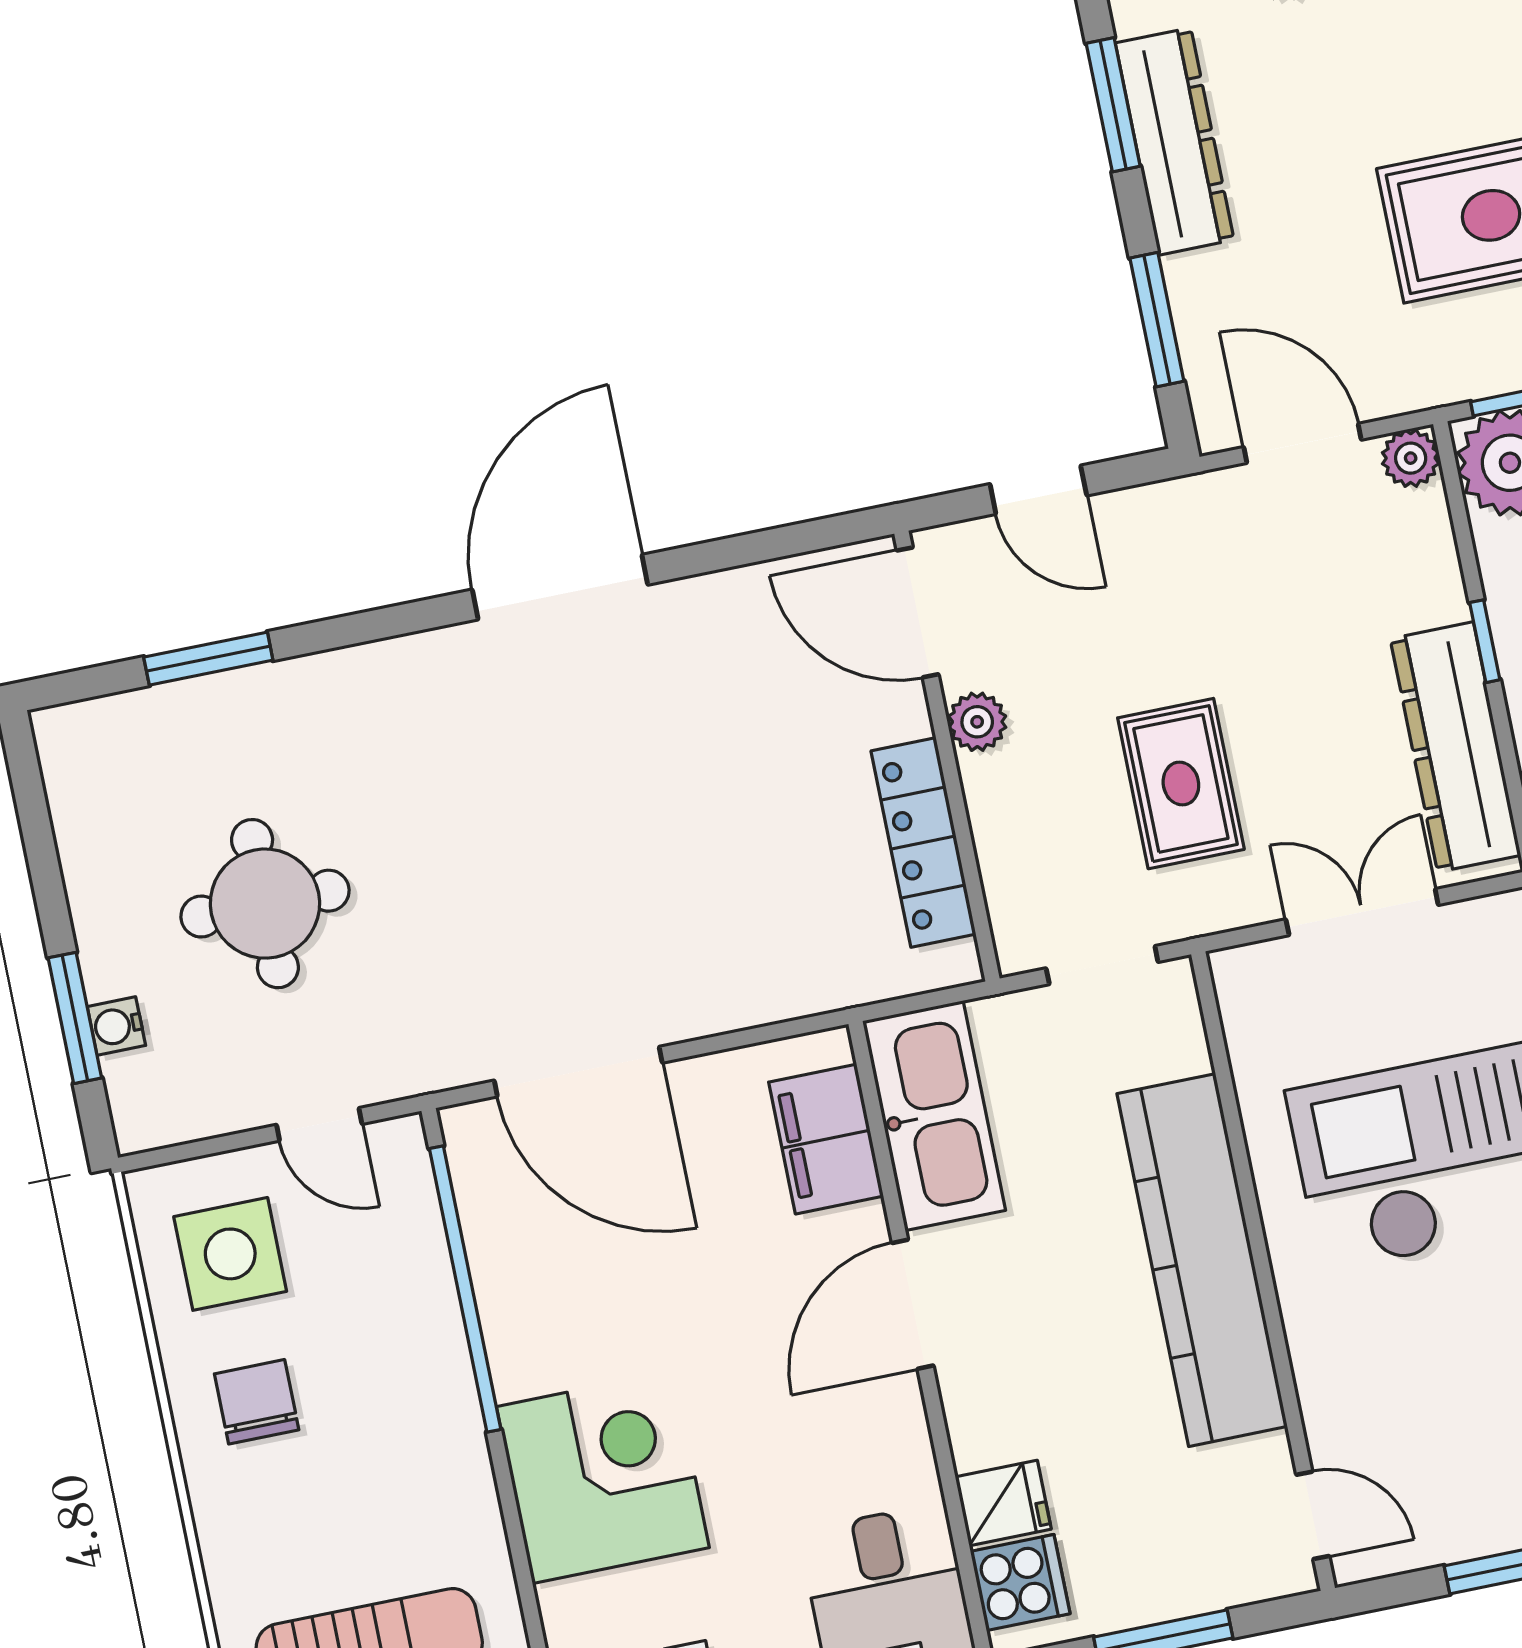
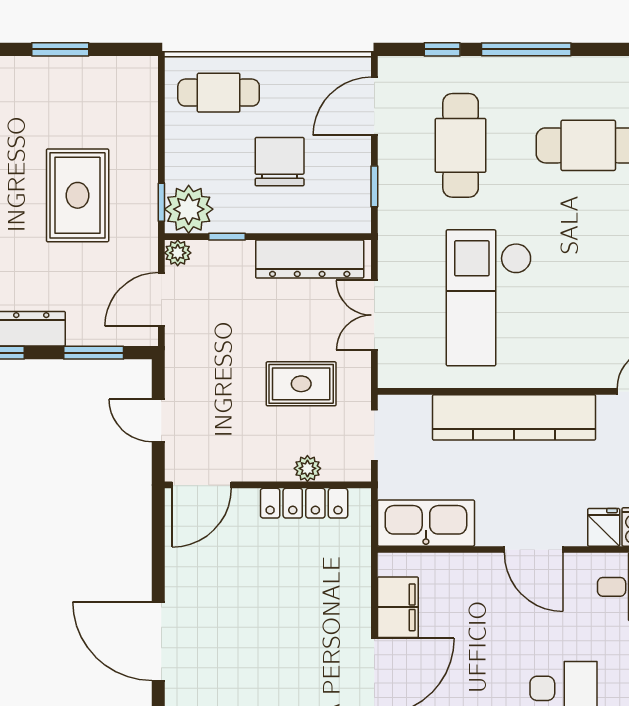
door: (1038, 490) -> (158, 421), swing flipped
window: (1485, 641) -> (227, 237), moved
plant: (977, 722) -> (307, 468), moved
filing cabinet: (826, 1139) -> (398, 607), moved, turned -90
door: (913, 1304) -> (534, 549), moved

